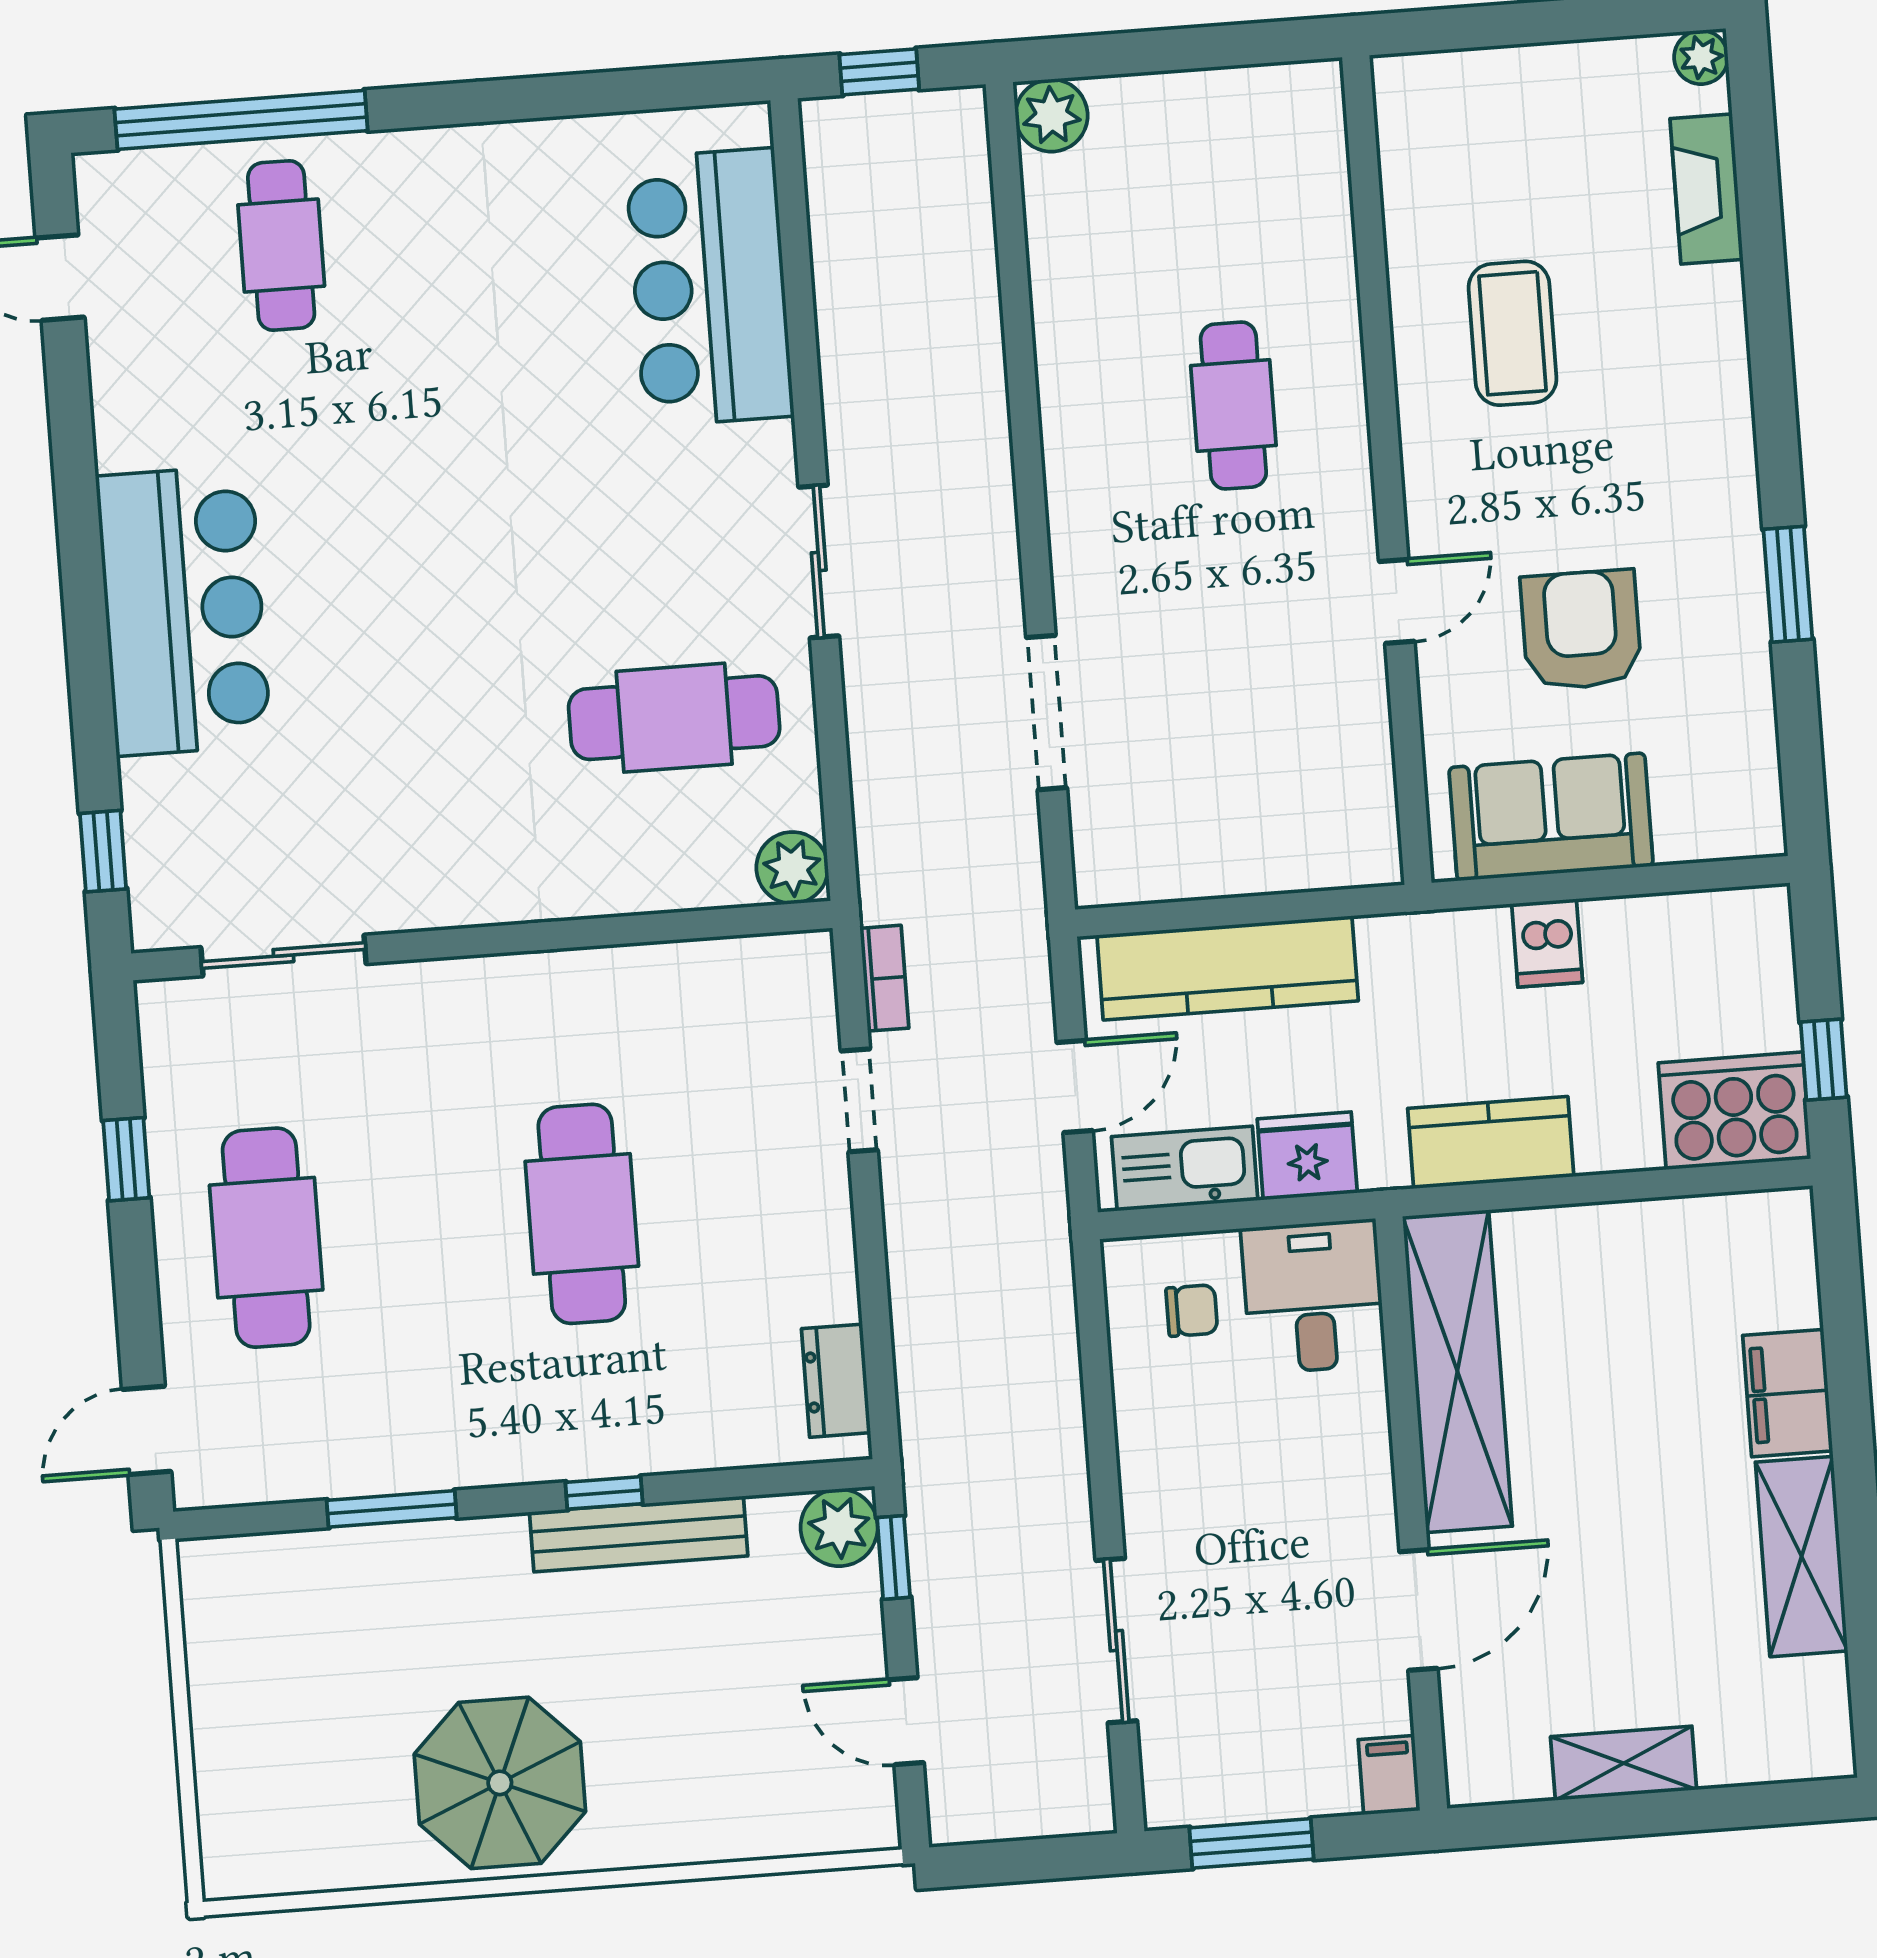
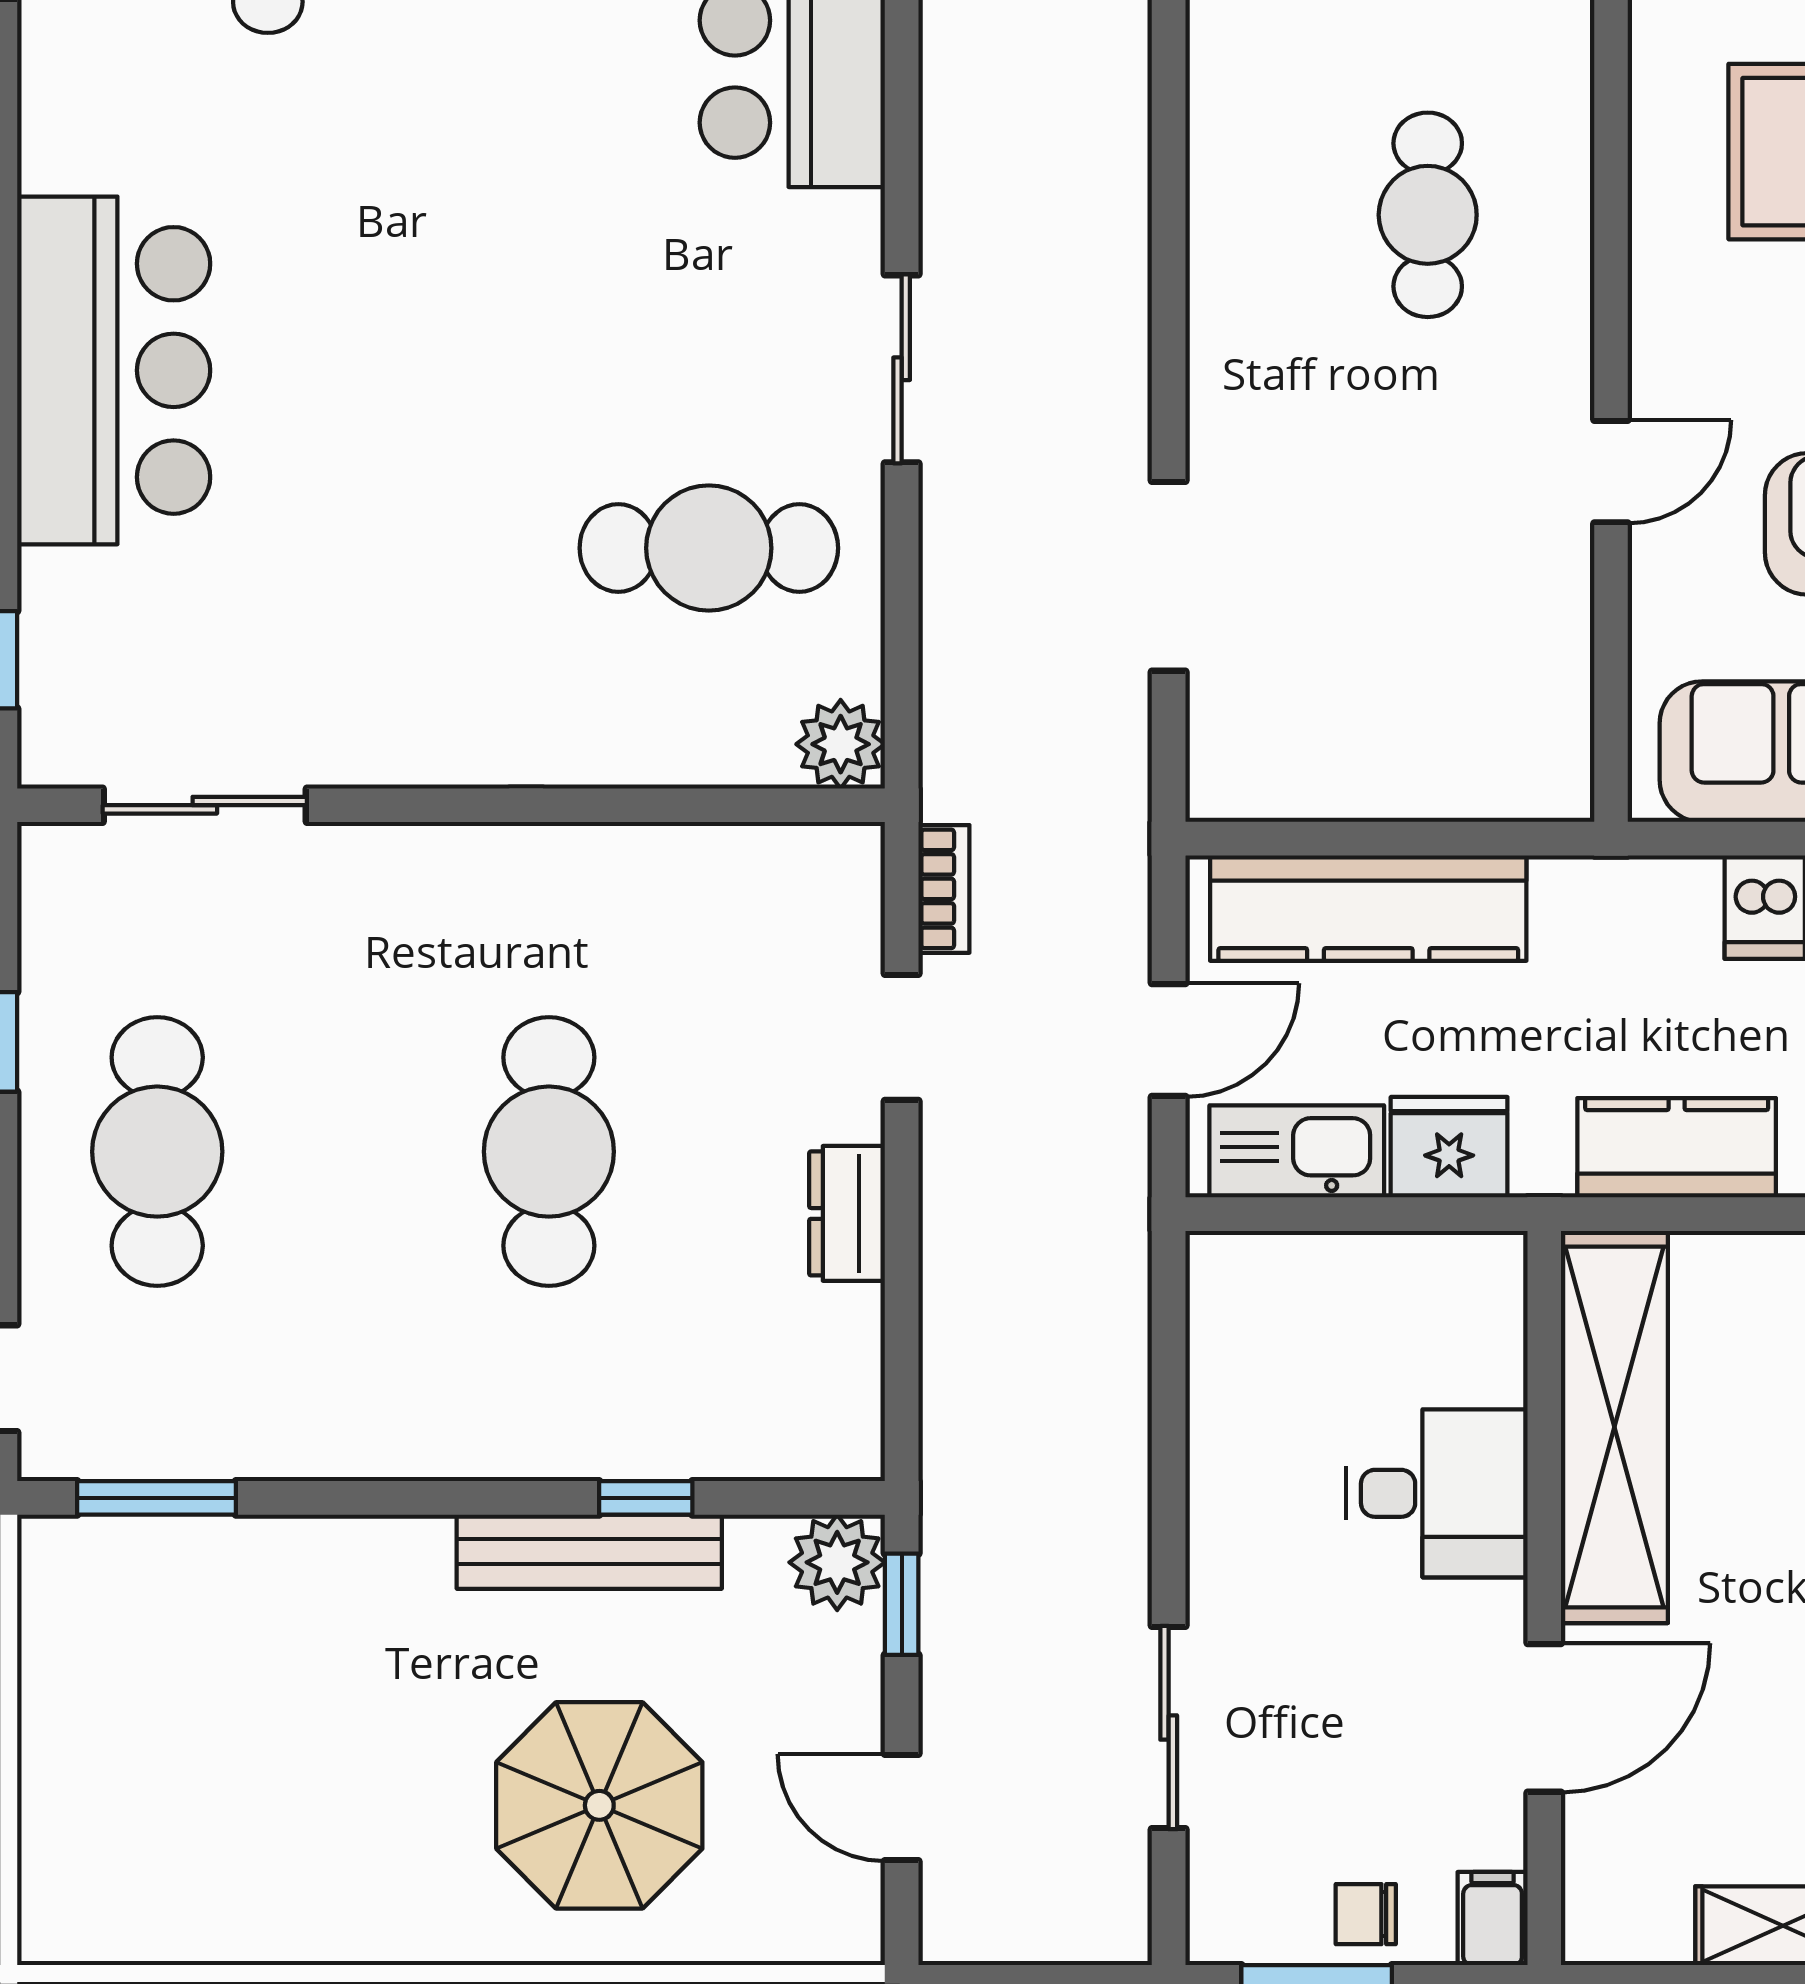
desk: (1313, 1297) -> (1437, 1493), moved, turned 90
chair: (1192, 1310) -> (1366, 1914), moved, turned 180
dresser: (836, 1381) -> (847, 1213), moved
window: (604, 1493) -> (646, 1498), moved
window: (392, 1509) -> (157, 1498), moved
parasol: (500, 1783) -> (599, 1805), moved

